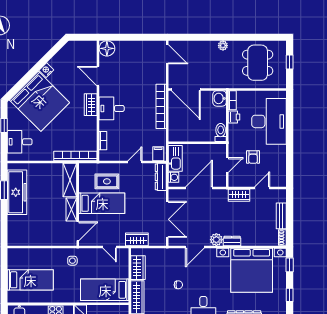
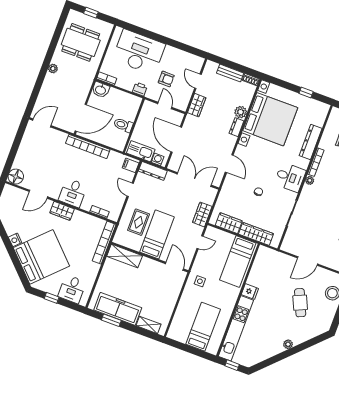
printer: (234, 117) -> (140, 89), moved
toilet: (221, 132) -> (123, 125), moved
shelving: (71, 209) -> (149, 325), moved
plant: (216, 240) -> (241, 112), moved
window: (290, 265) -> (278, 82), removed

